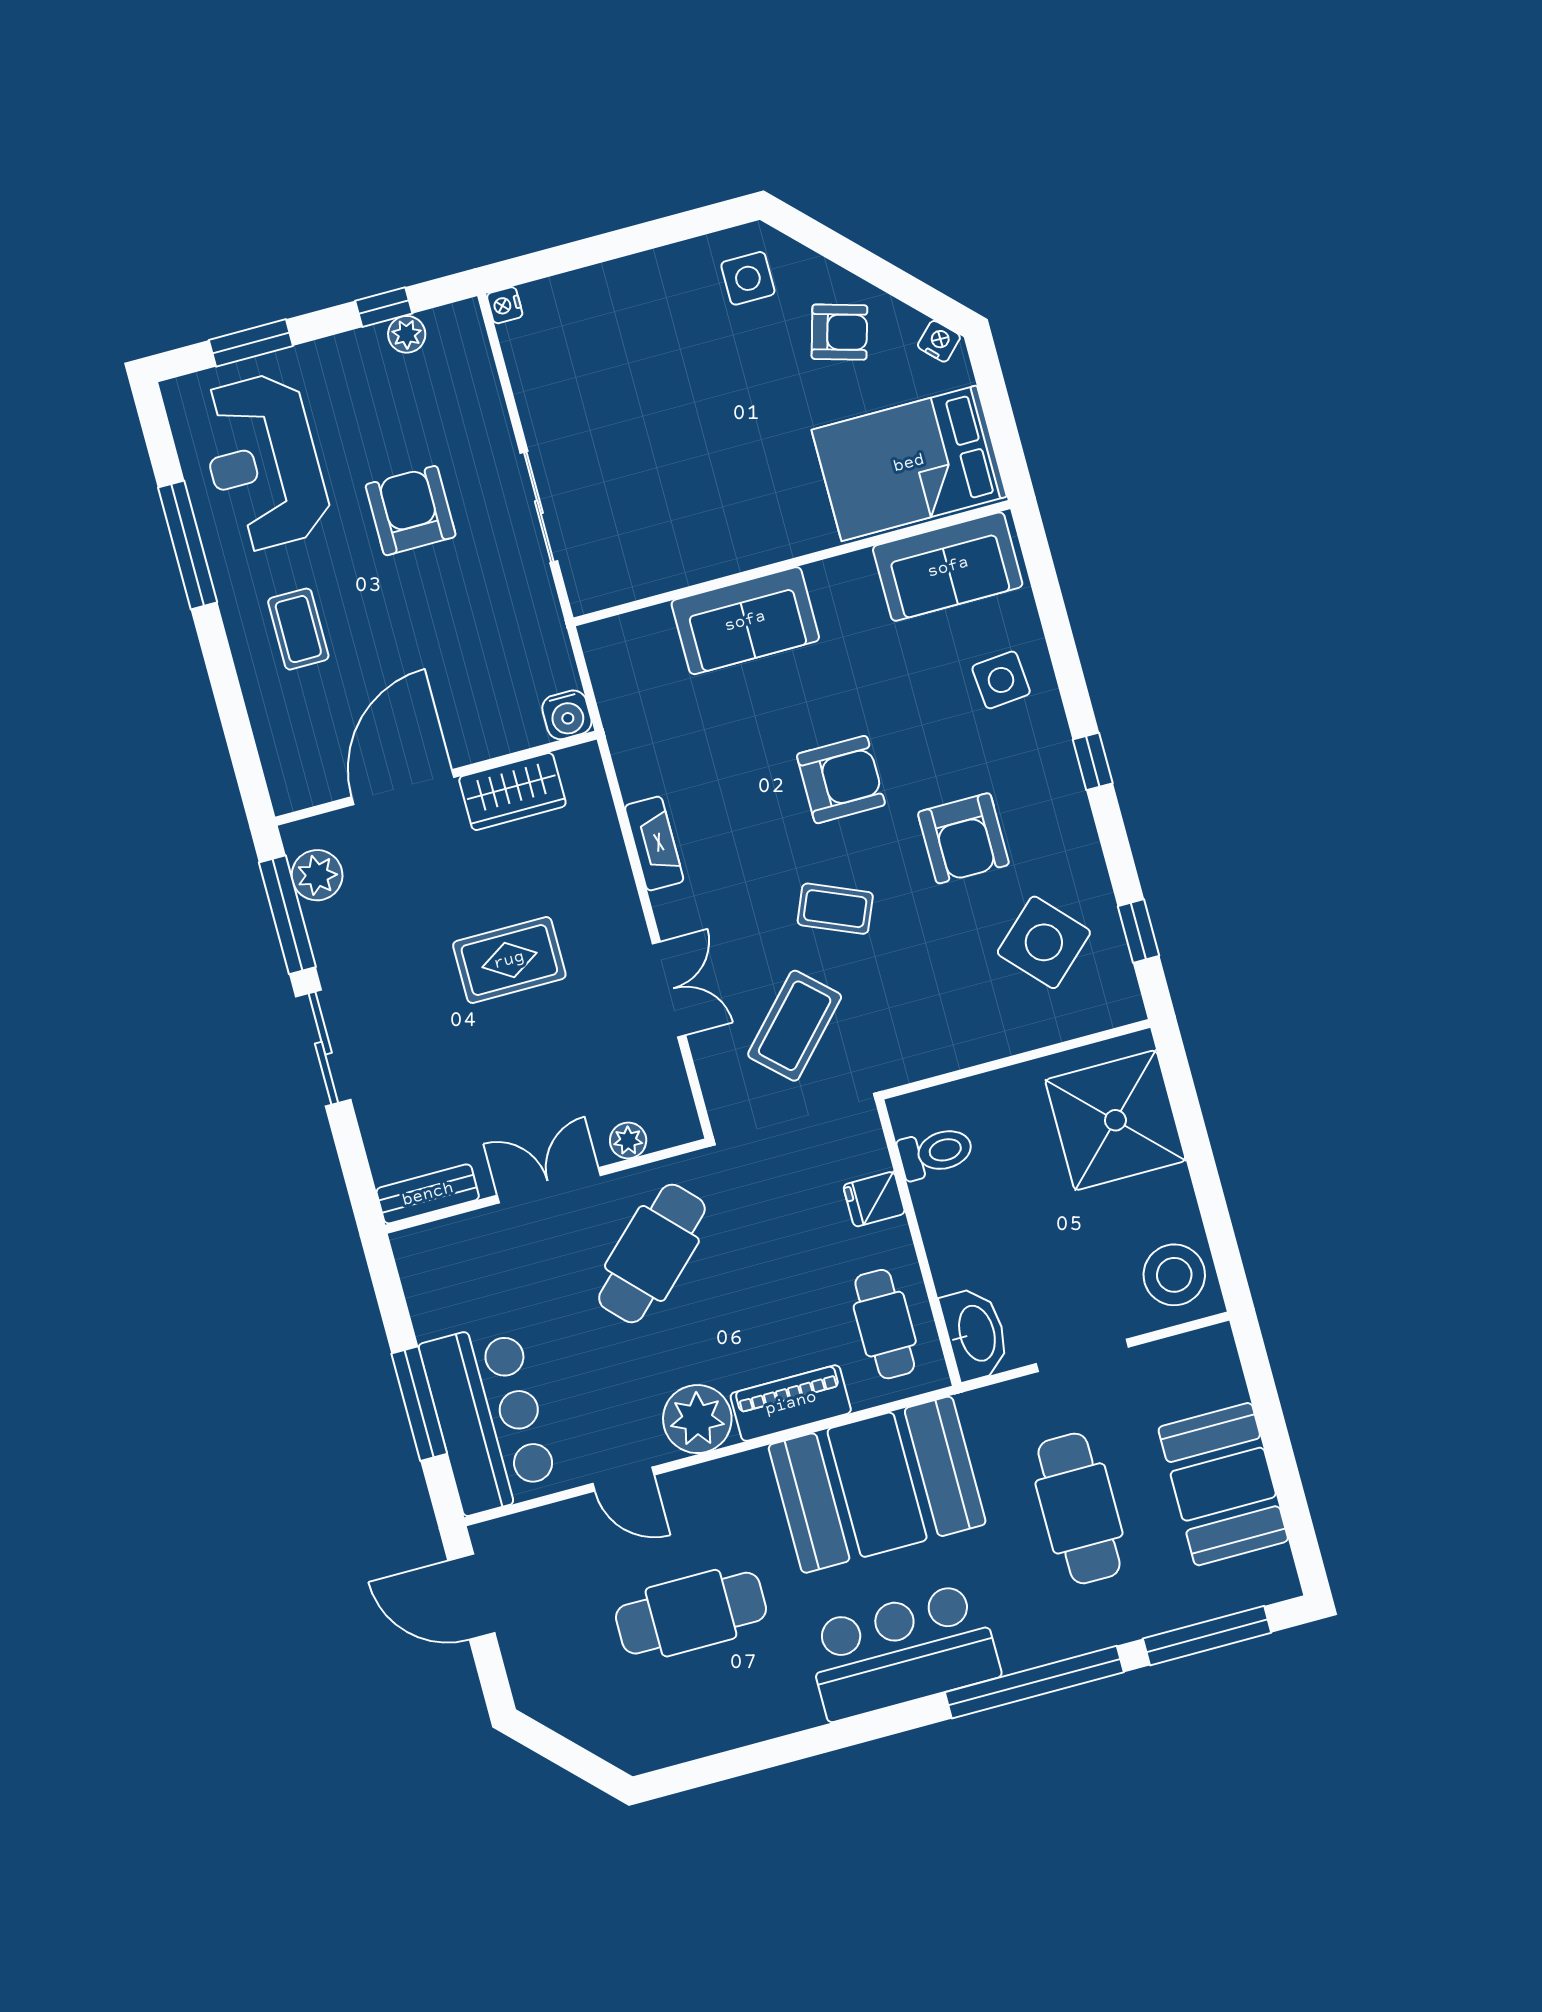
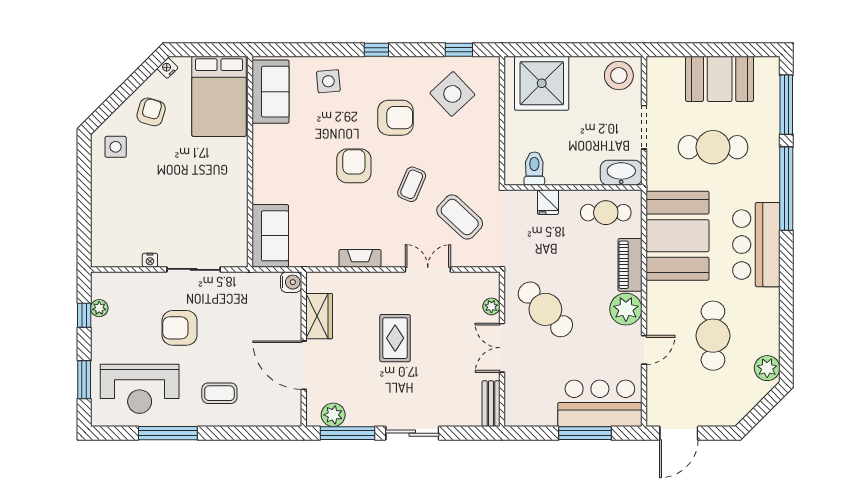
nightstand: (505, 305) -> (150, 260), moved
sofa: (745, 621) -> (270, 236), moved
plant: (654, 1743) -> (767, 368), added

